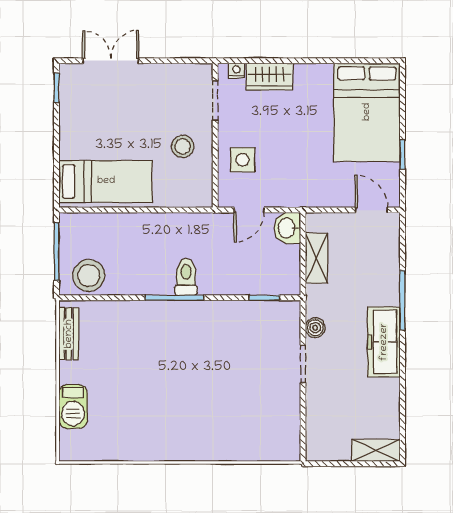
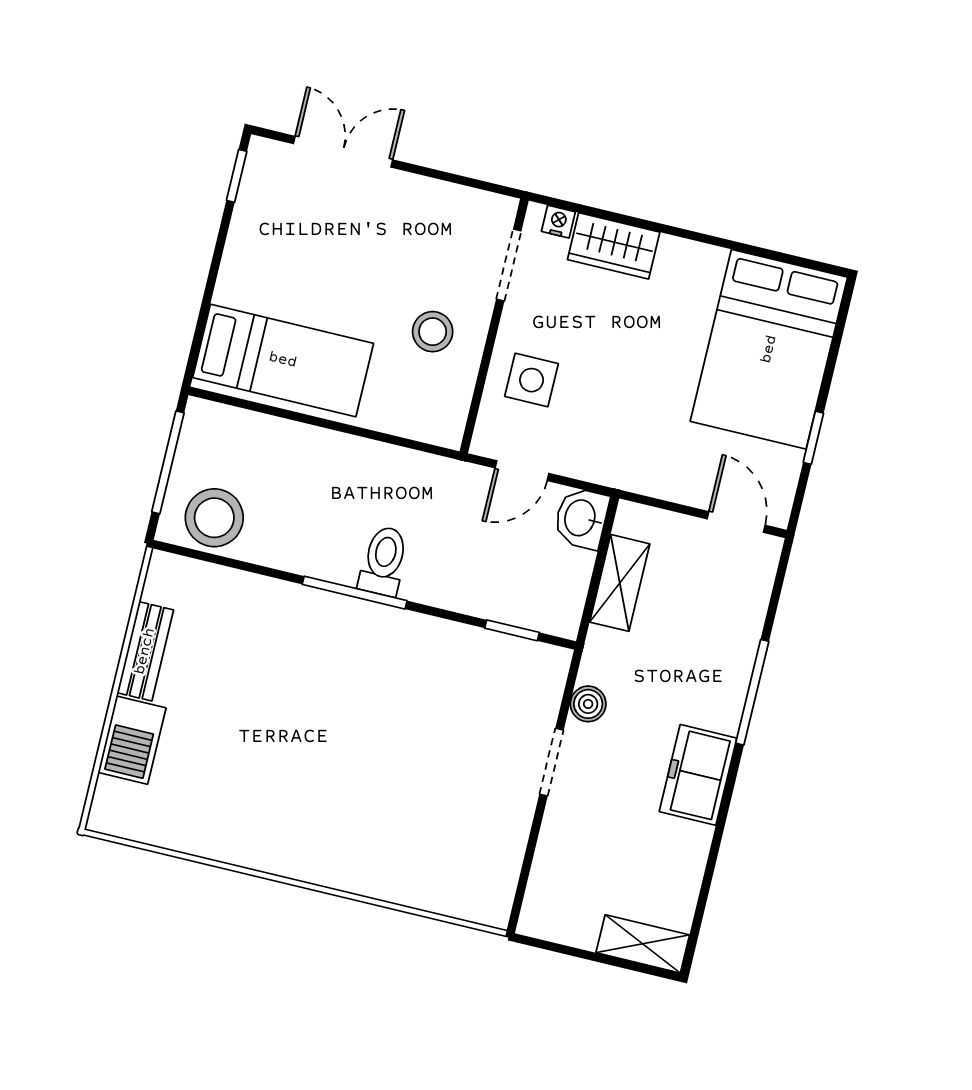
bench: (69, 334) -> (145, 651), moved
freezer: (384, 342) -> (698, 775), width x0.71

